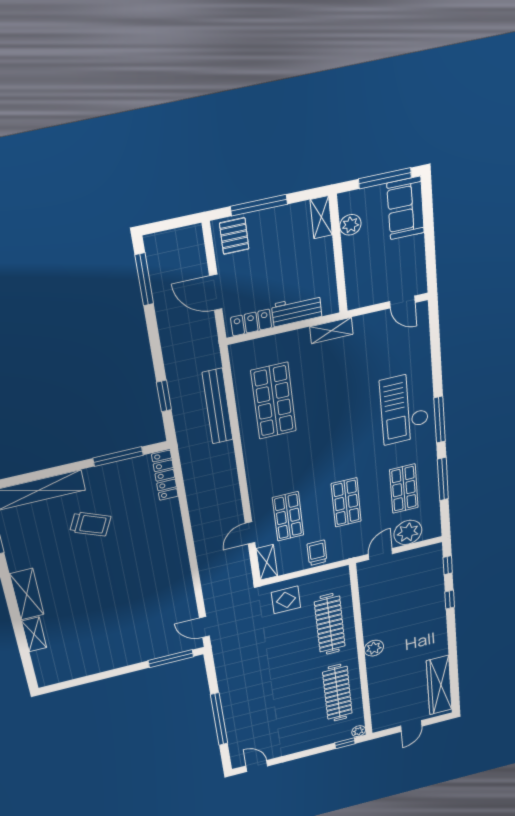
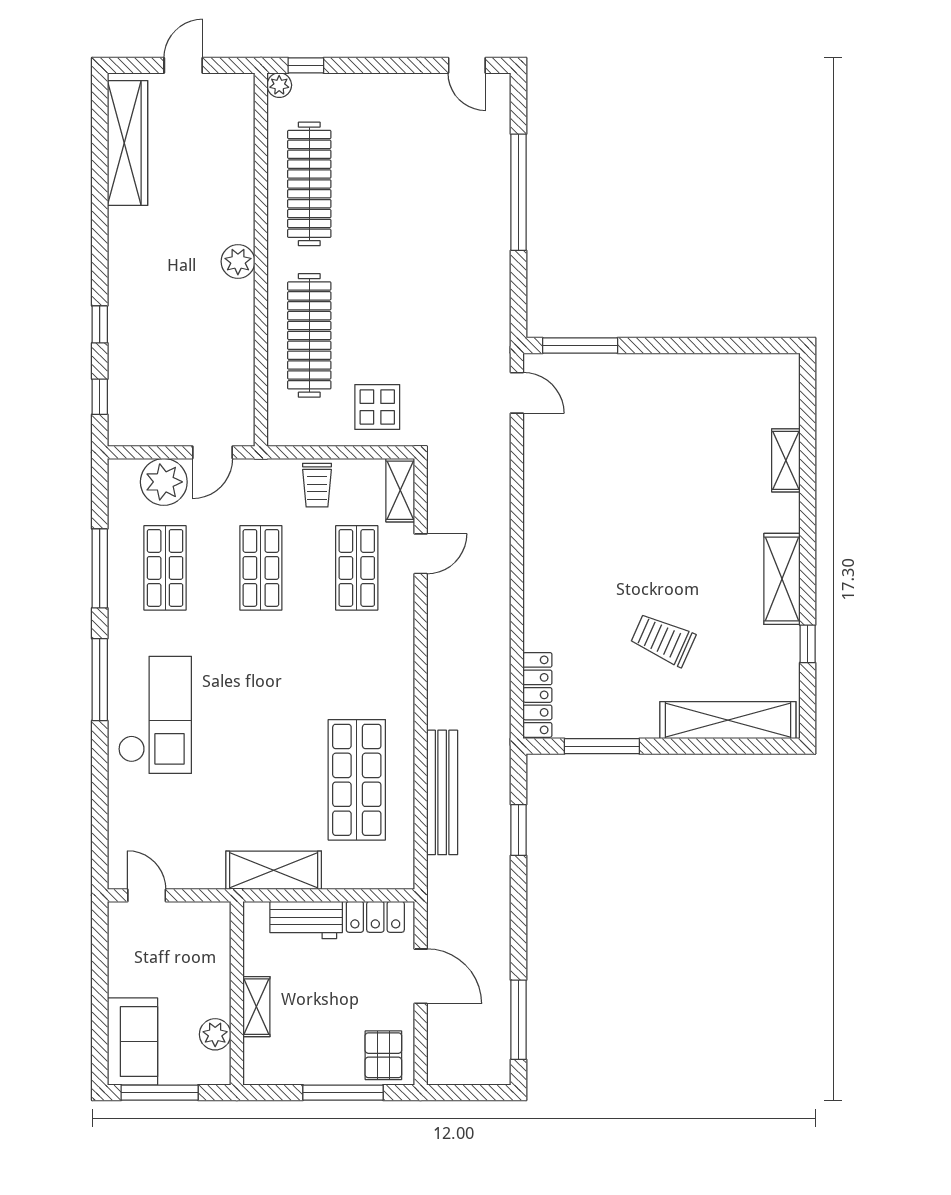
shelving: (321, 217) -> (256, 1007), moved
shelving: (331, 331) -> (274, 870), width x1.50, depth x1.33
shelving: (27, 594) -> (782, 579), moved

